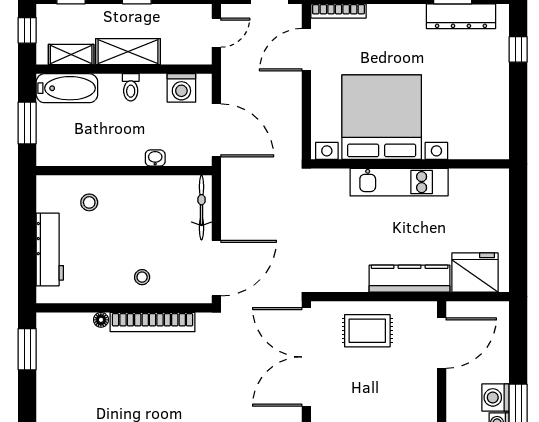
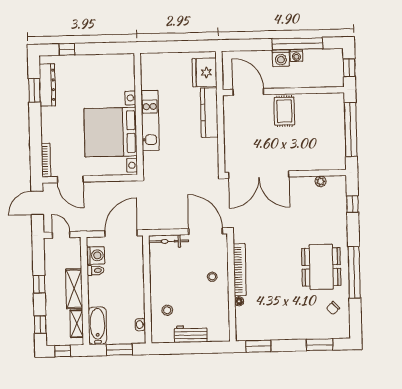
toilet: (131, 87) -> (96, 270), moved
washbasin: (155, 158) -> (140, 325), moved
workbench: (50, 250) -> (191, 334), width x0.73
rug: (367, 331) -> (284, 111), moved

